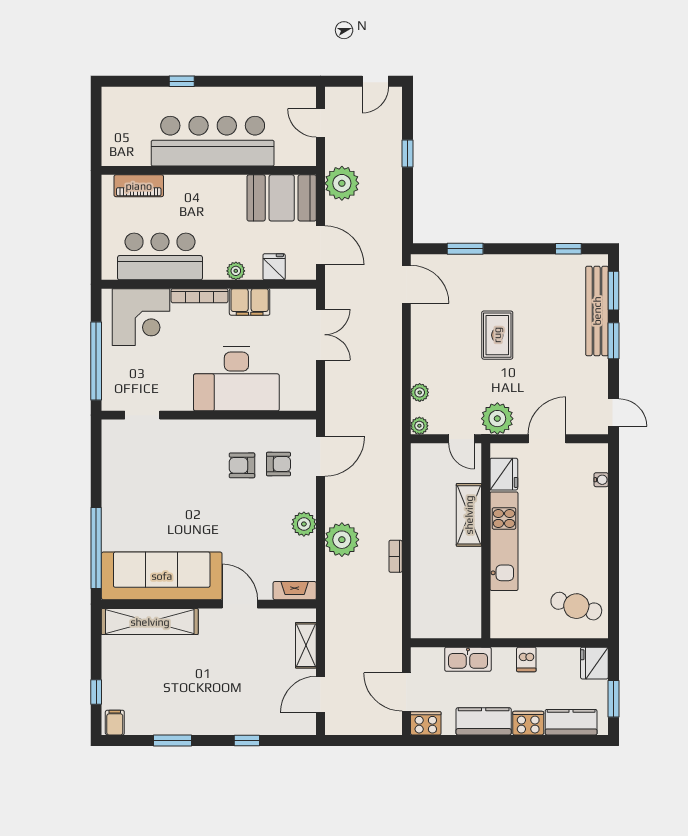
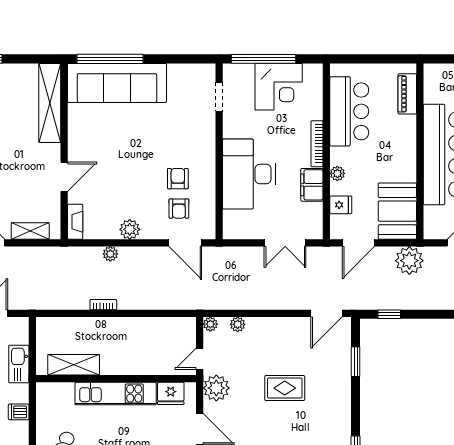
window: (407, 153) -> (389, 314), moved
corner desk: (141, 317) -> (279, 87), moved, turned -90
shelving: (469, 515) -> (74, 365), moved
plant: (342, 540) -> (110, 254), width x0.53, depth x0.53
sofa: (162, 576) -> (117, 83), moved, turned 90

